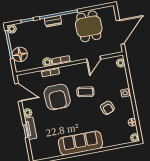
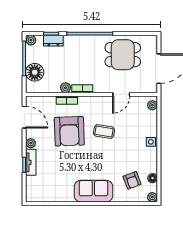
dresser: (53, 21) -> (53, 41), moved
dining table: (89, 26) -> (123, 55), turned 90
armchair: (107, 108) -> (132, 180), moved
sofa: (80, 143) -> (93, 191), width x0.73

